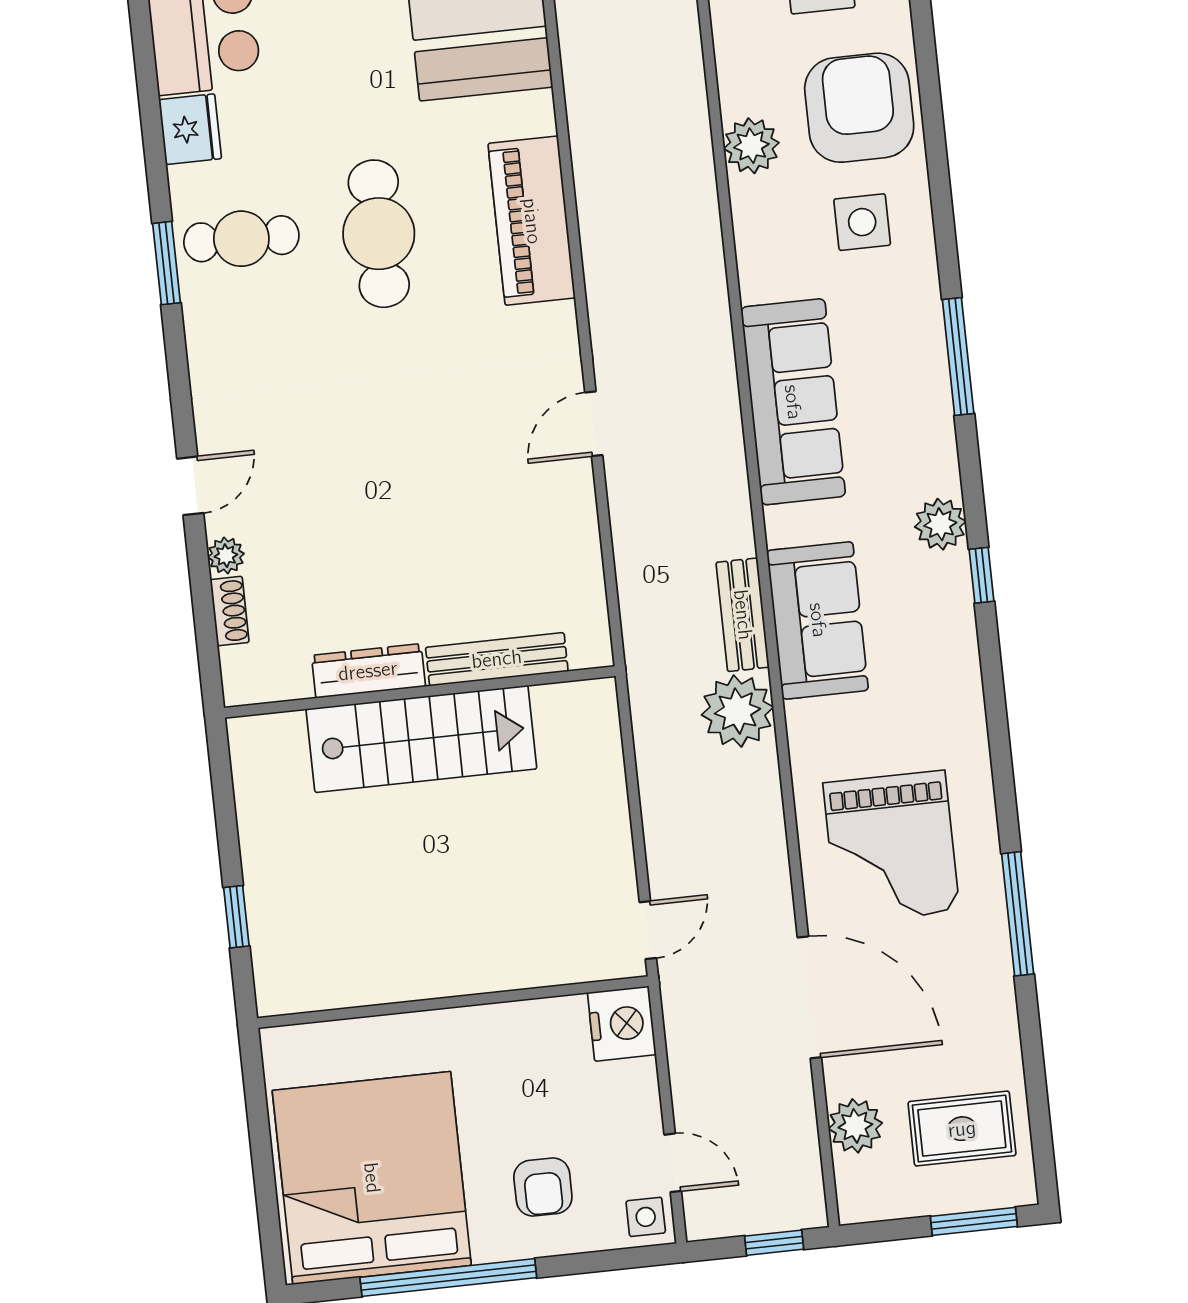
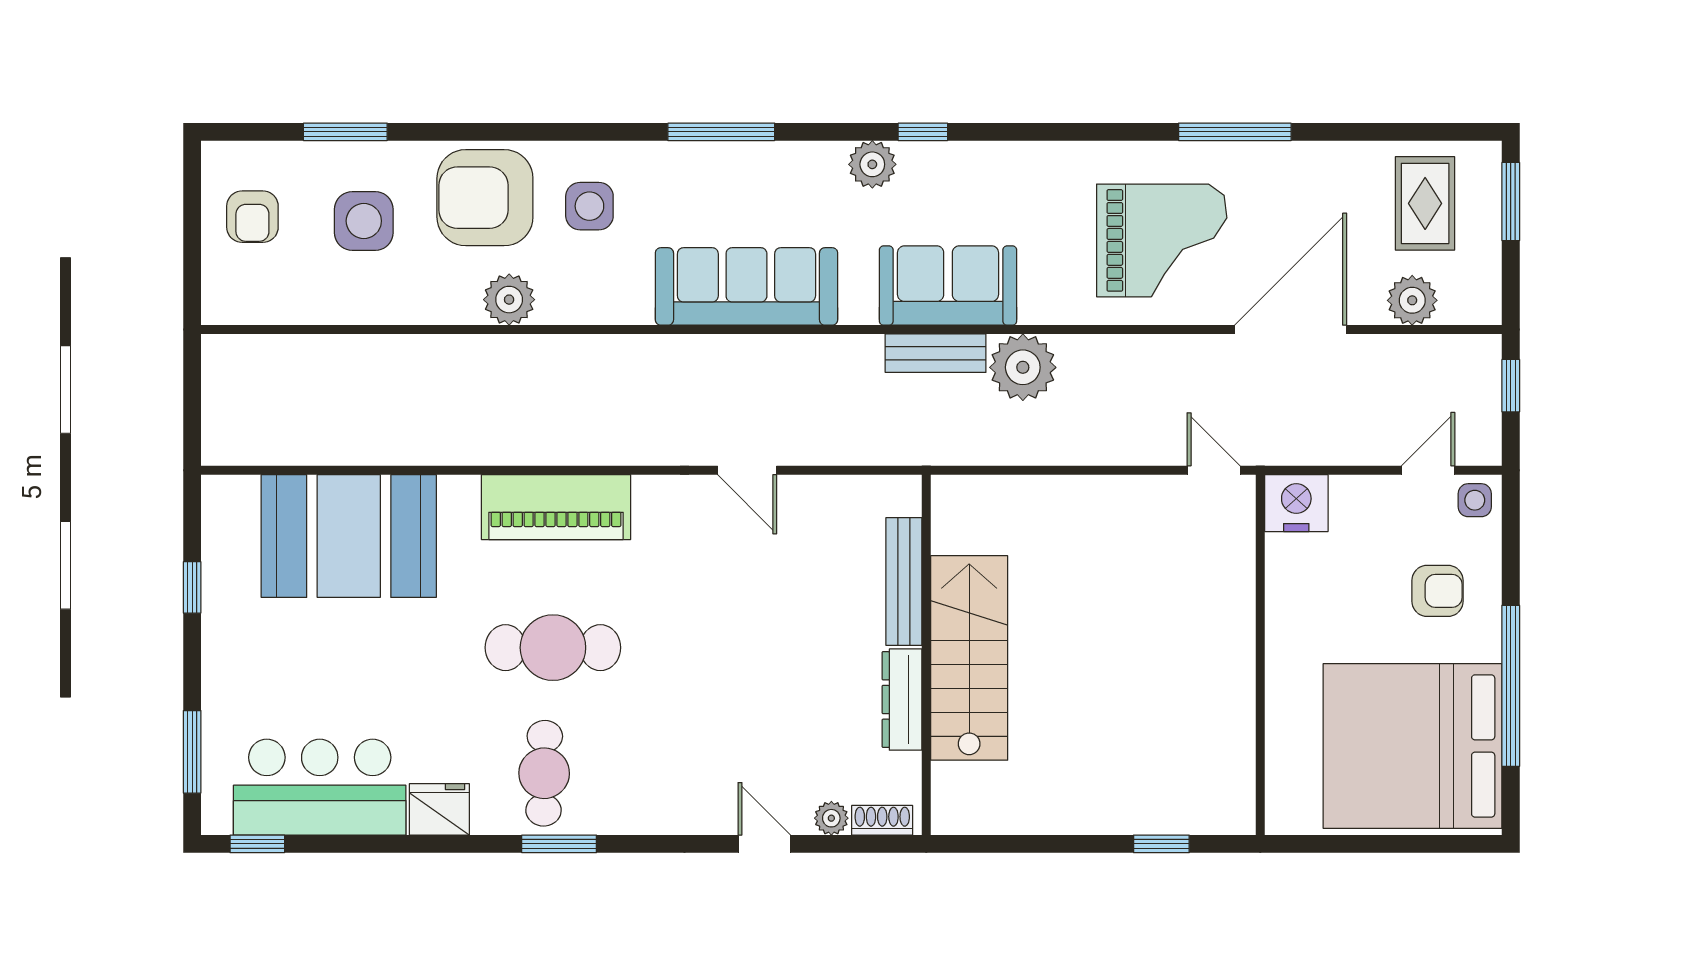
bench: (497, 659) -> (904, 582), moved
dresser: (368, 671) -> (902, 700), moved
wall: (420, 692) -> (926, 655), moved
stairs: (421, 739) -> (969, 658), moved

